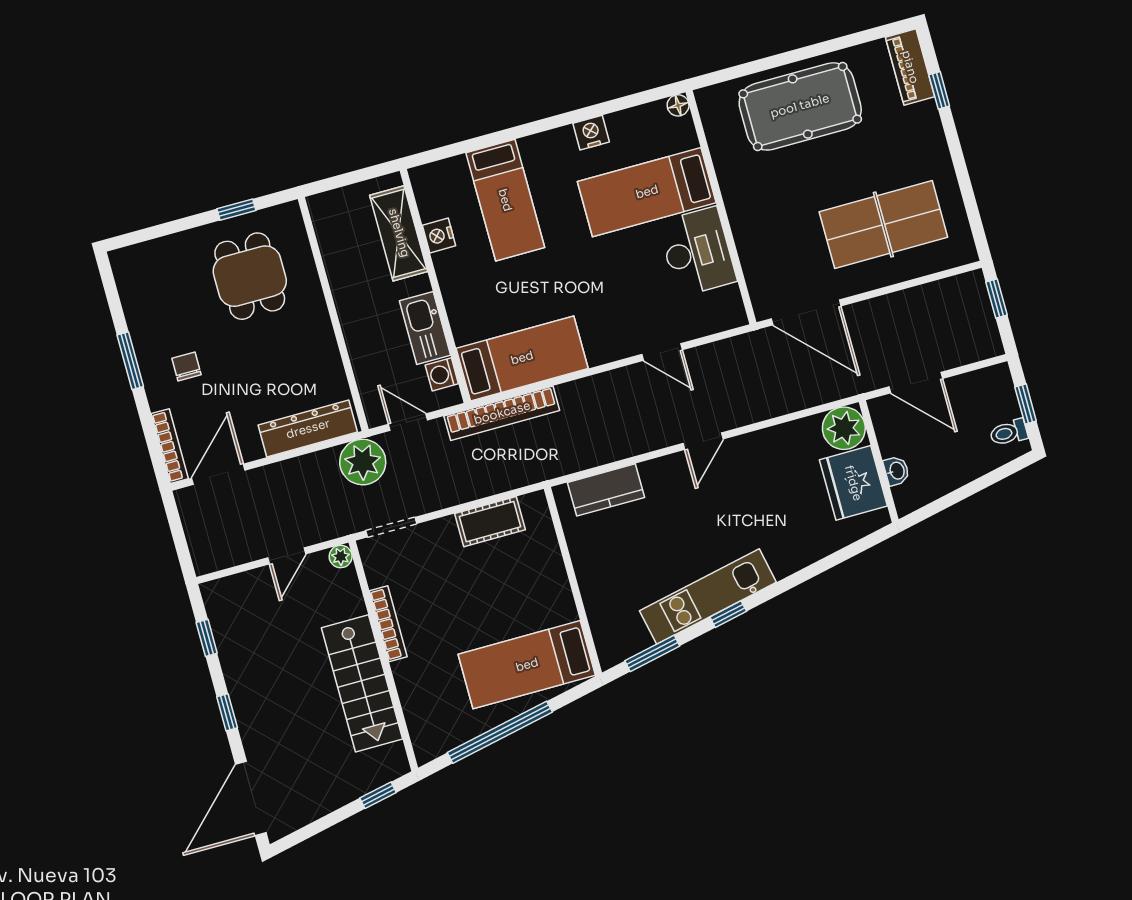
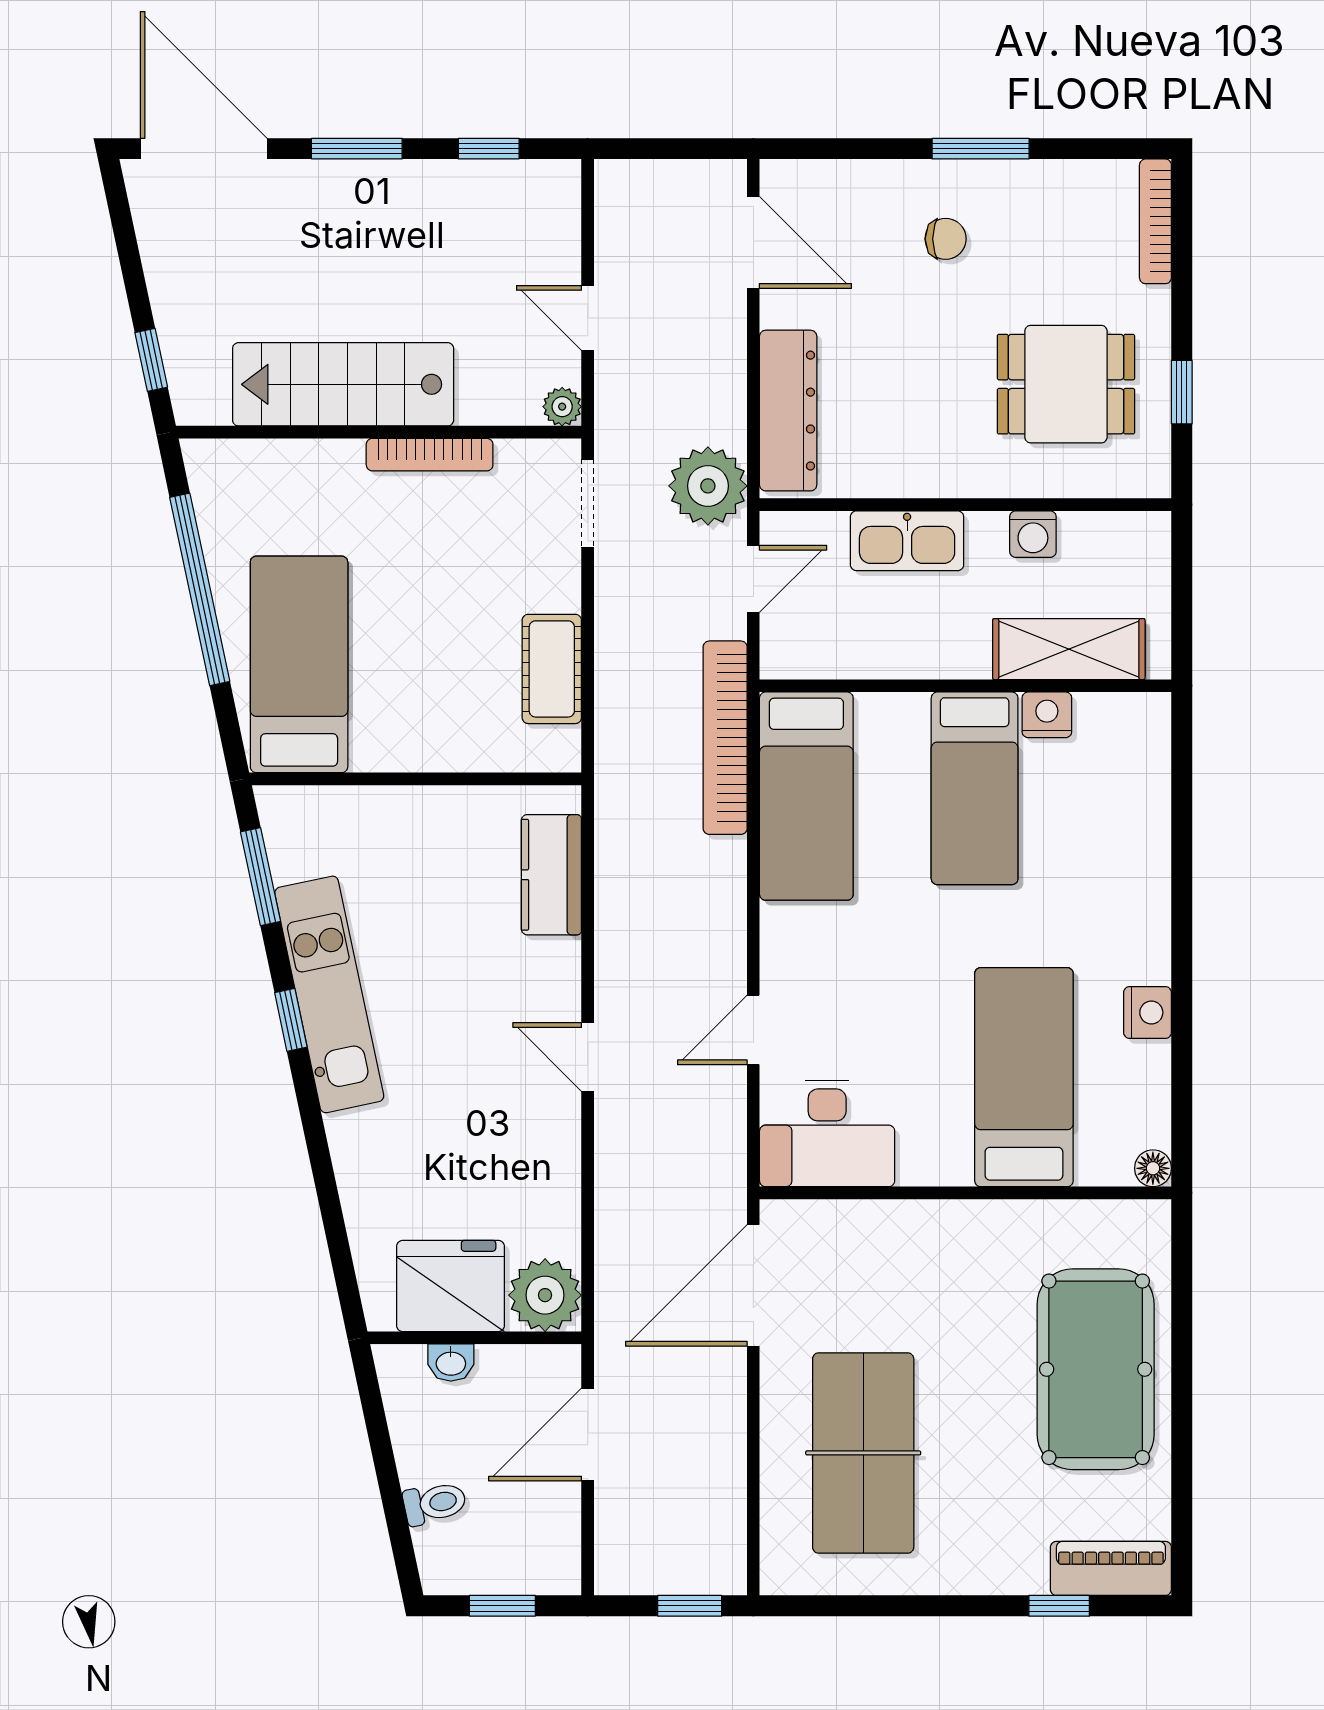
bed: (505, 200) -> (975, 788), moved, turned -90
desk: (697, 252) -> (827, 1134), moved
kitchen sink: (425, 328) -> (907, 541), moved, turned 180
washing machine: (442, 374) -> (1033, 534), moved, turned 180
toilet: (1009, 433) -> (435, 1503), moved, turned 78
bookcase: (170, 446) -> (1155, 221), moved, turned 90
window: (227, 712) -> (357, 149), width x1.50

